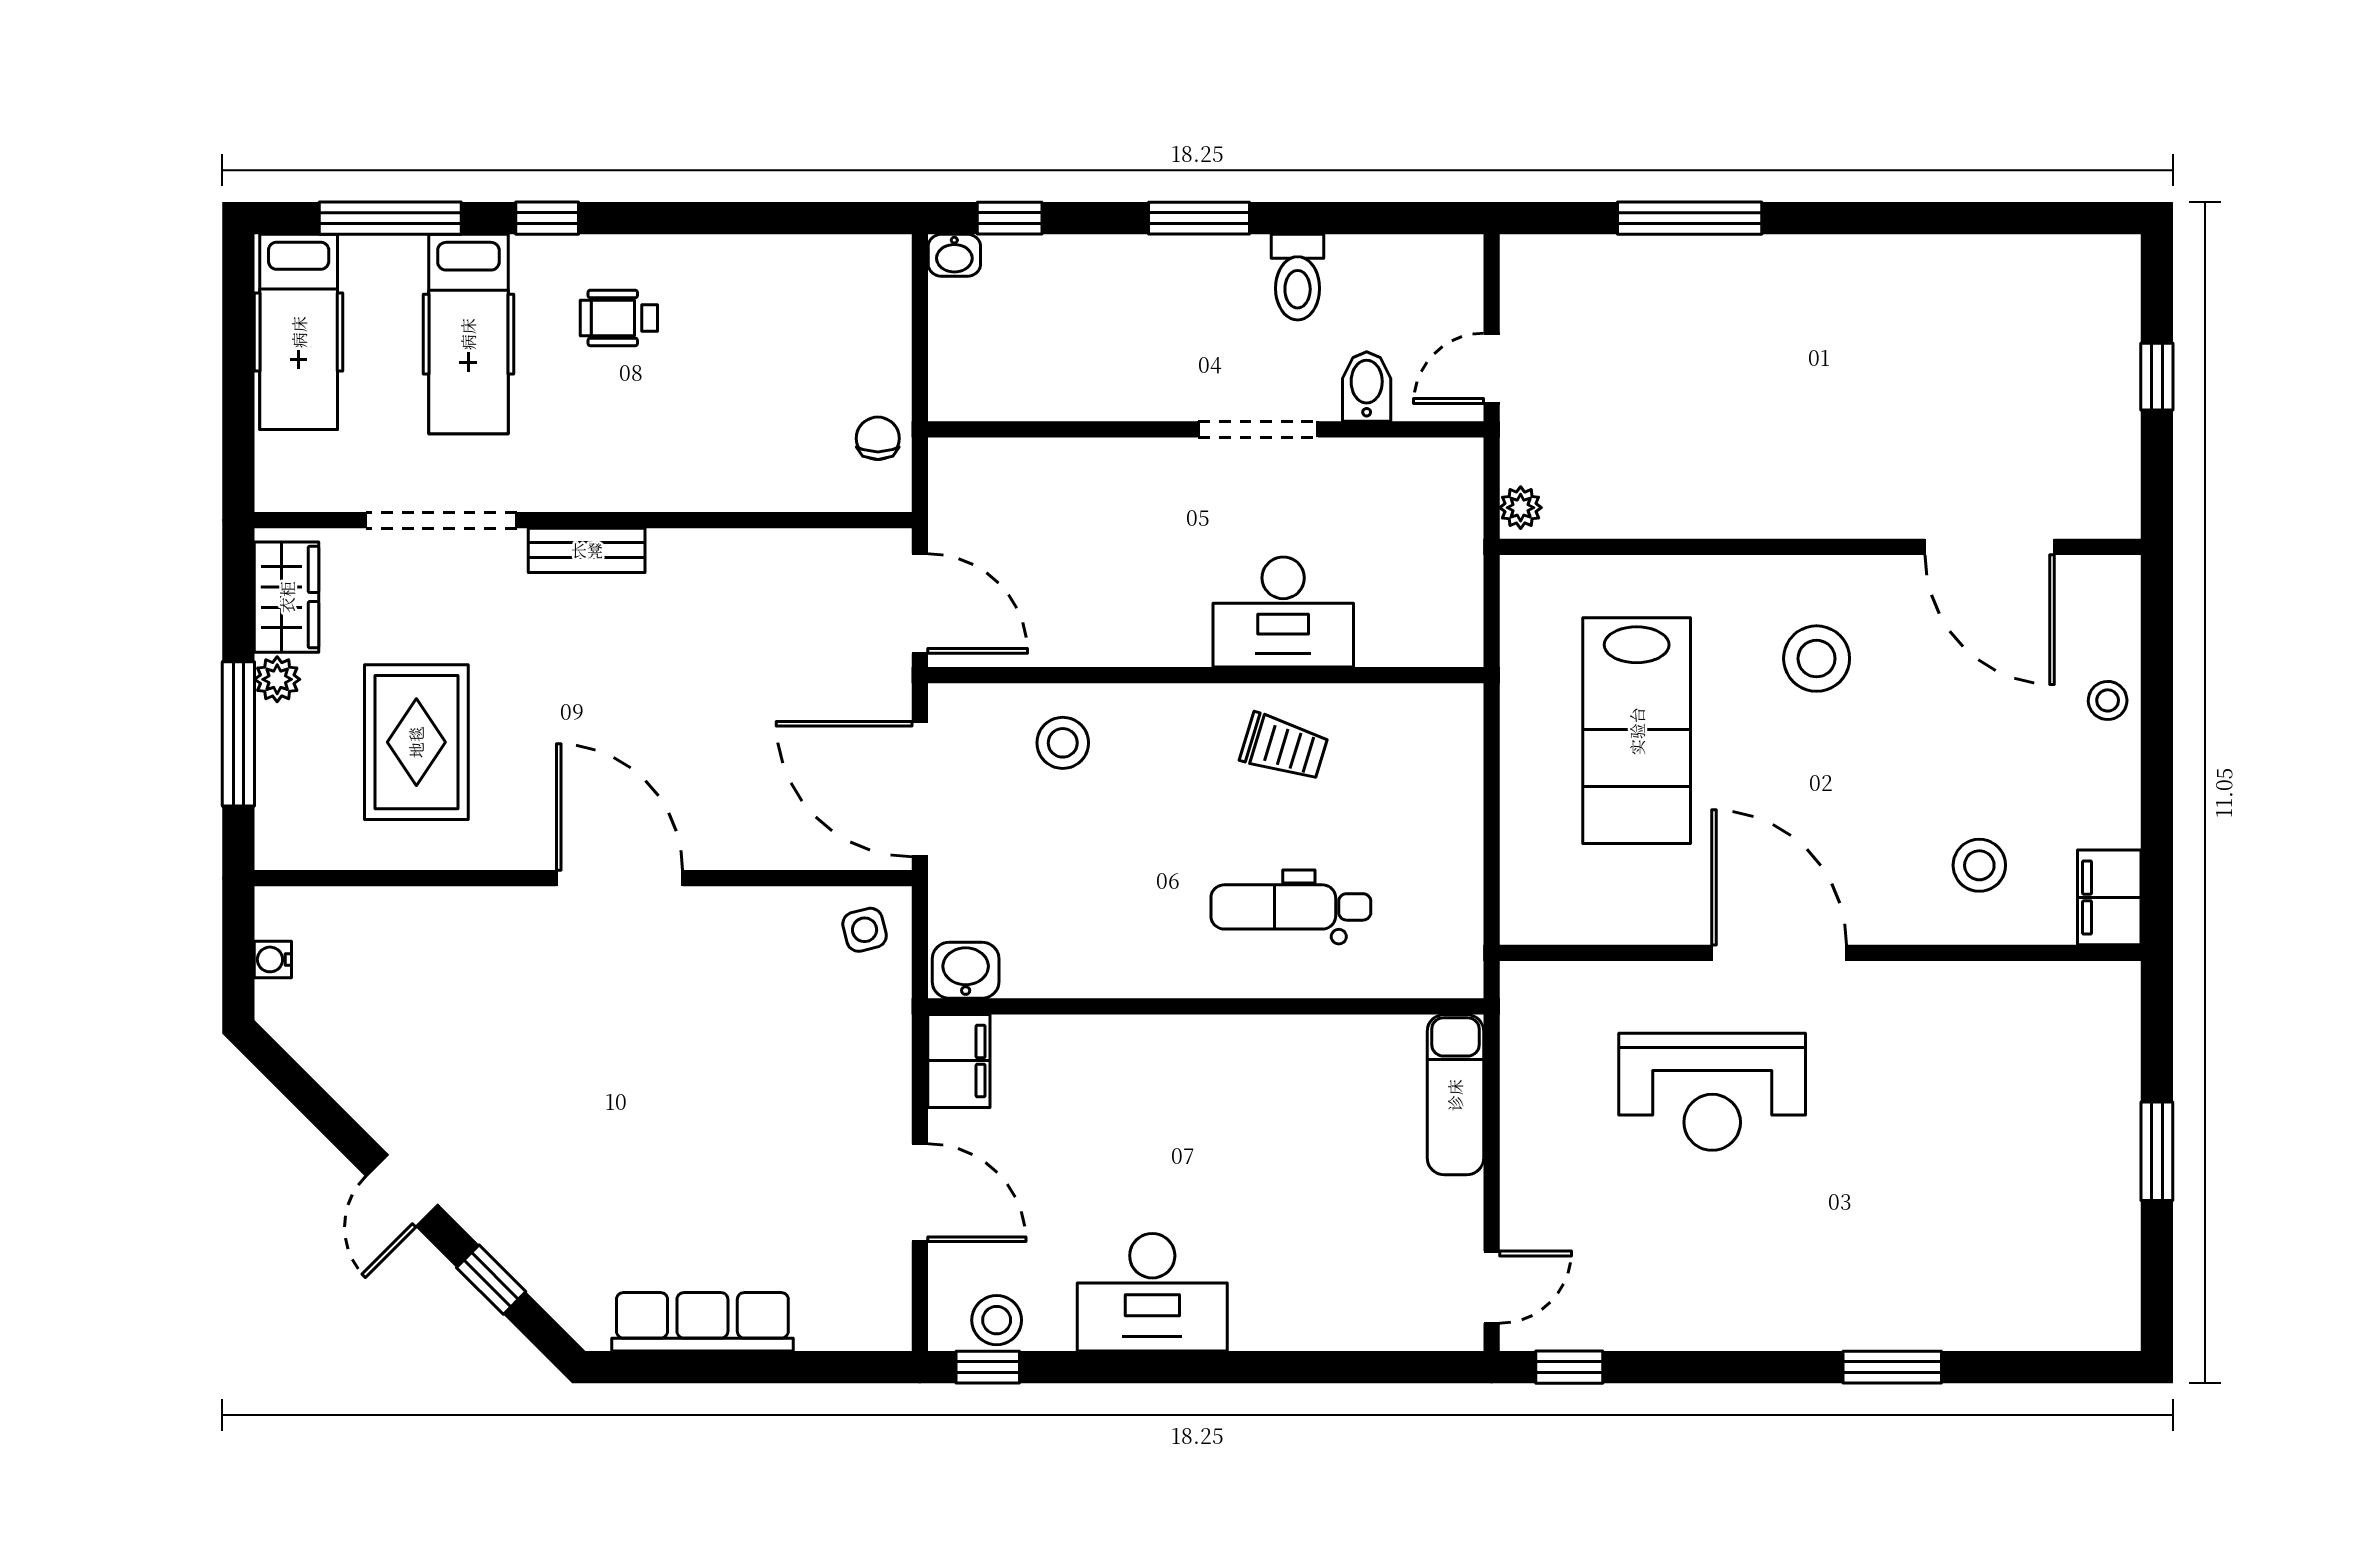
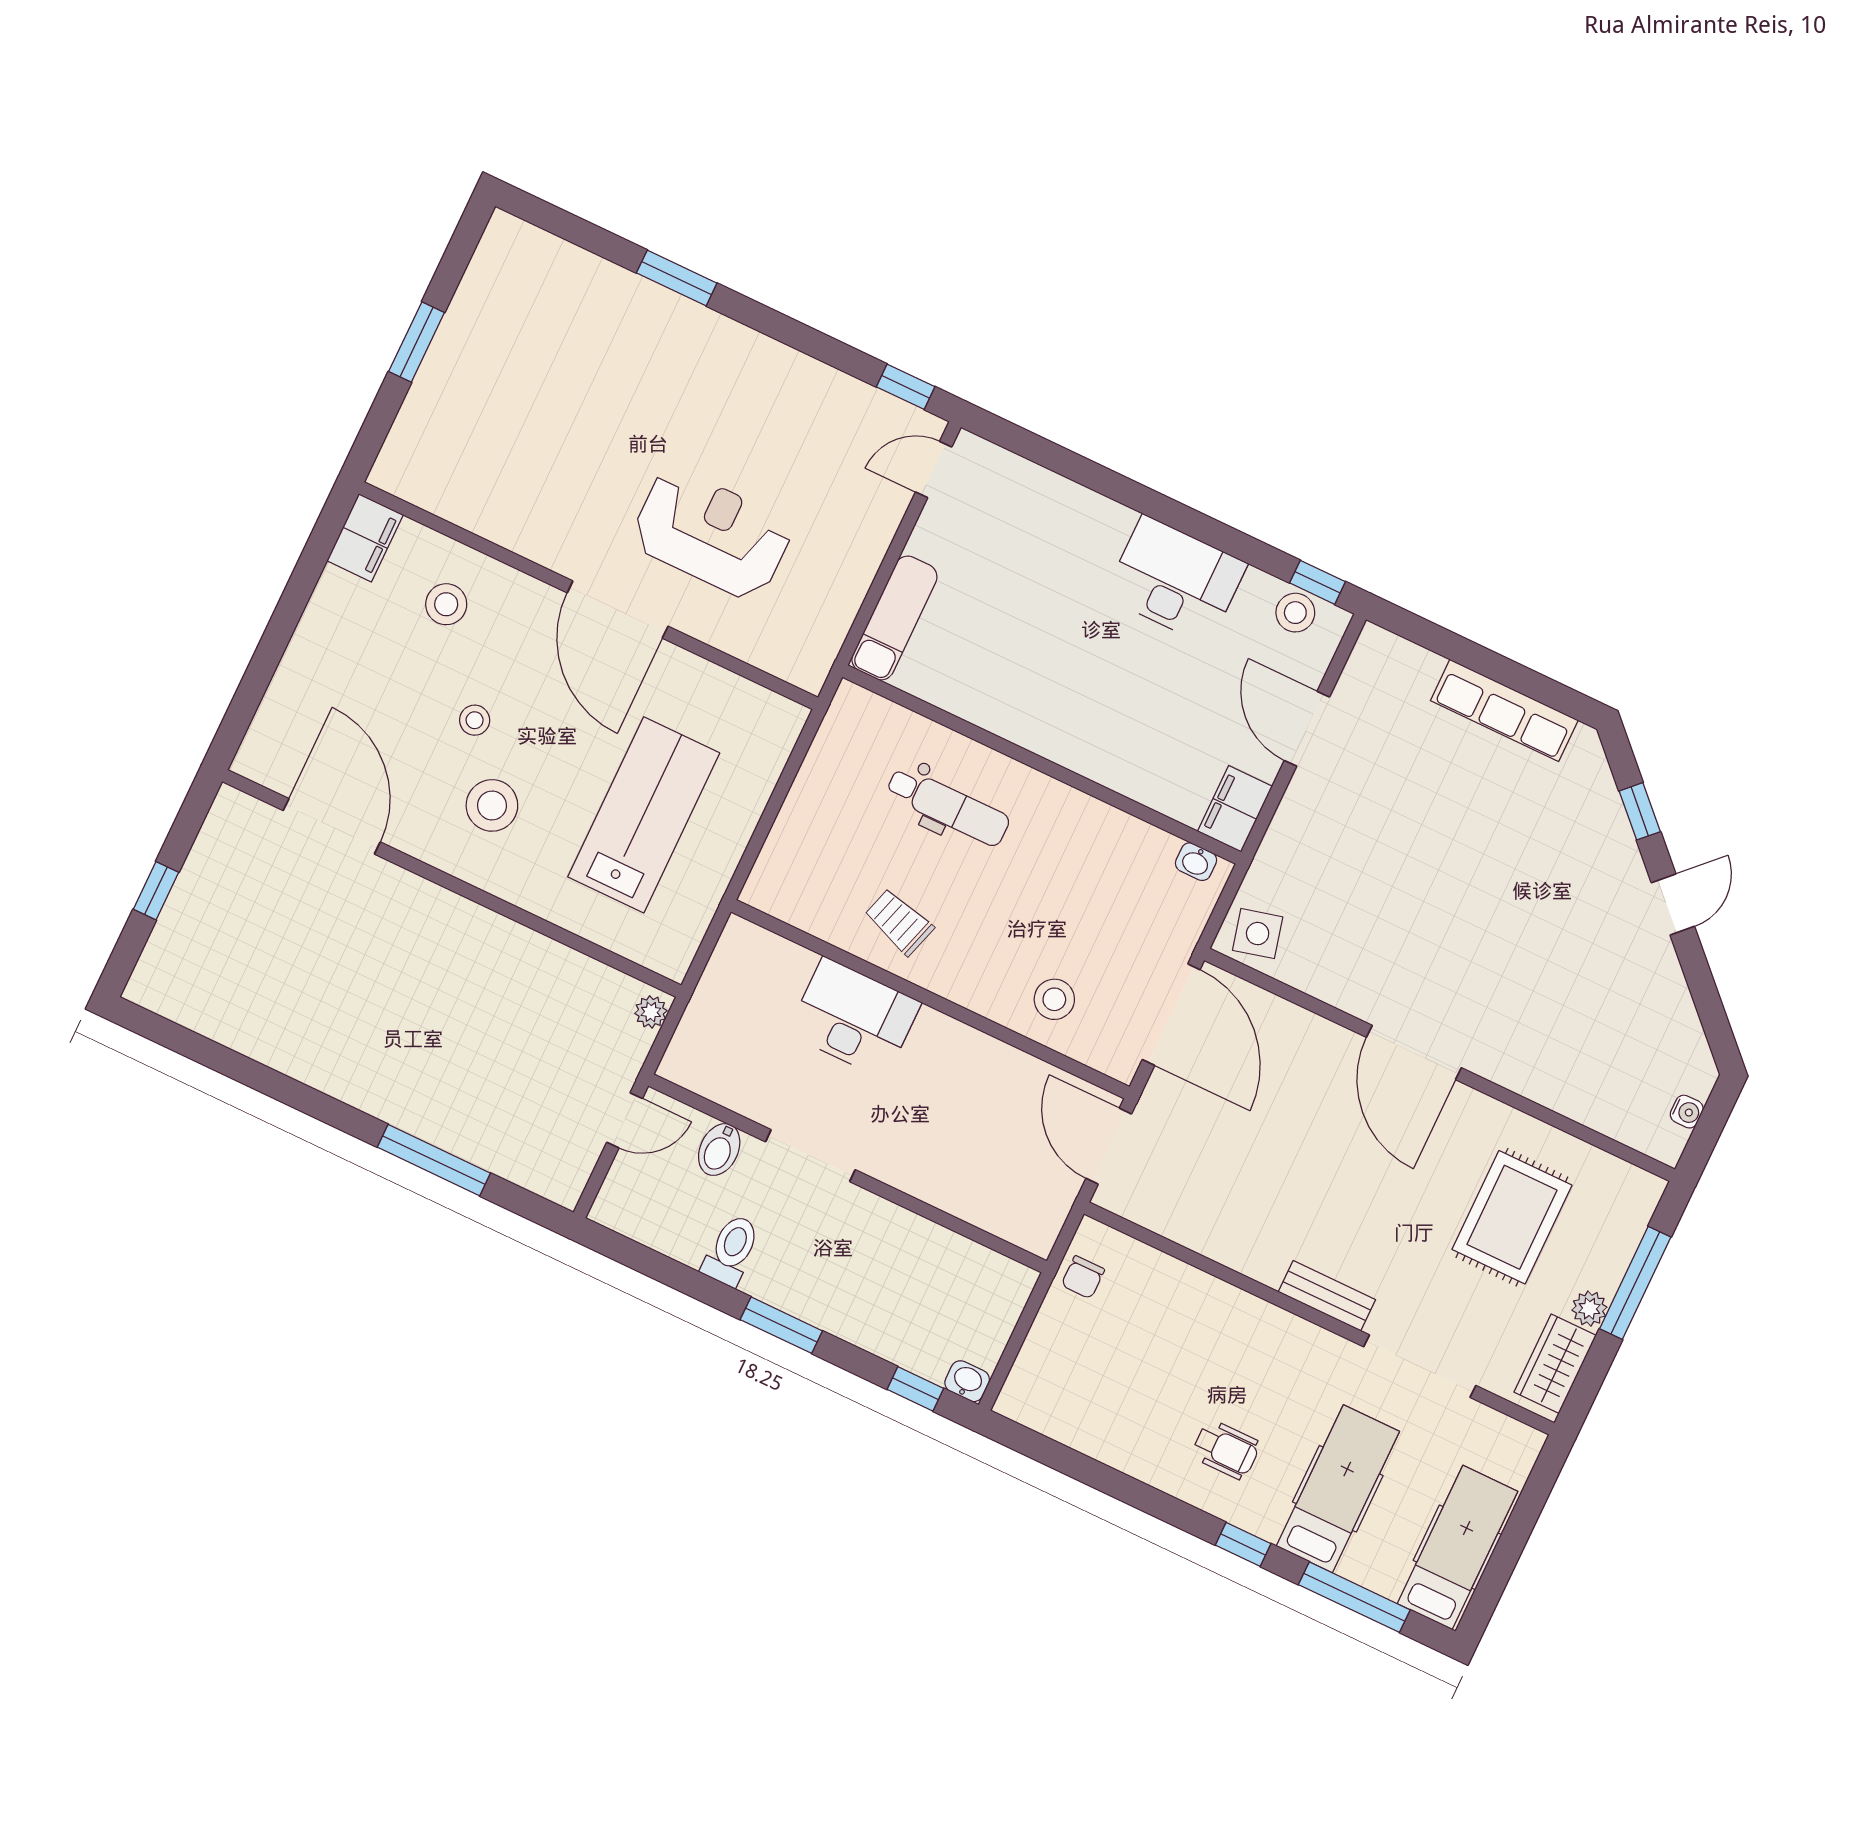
stool: (2108, 700) -> (475, 720), moved
side table: (865, 930) -> (1258, 934), width x1.37, depth x1.37
washbasin: (966, 970) -> (1196, 862), width x0.72, depth x0.69

